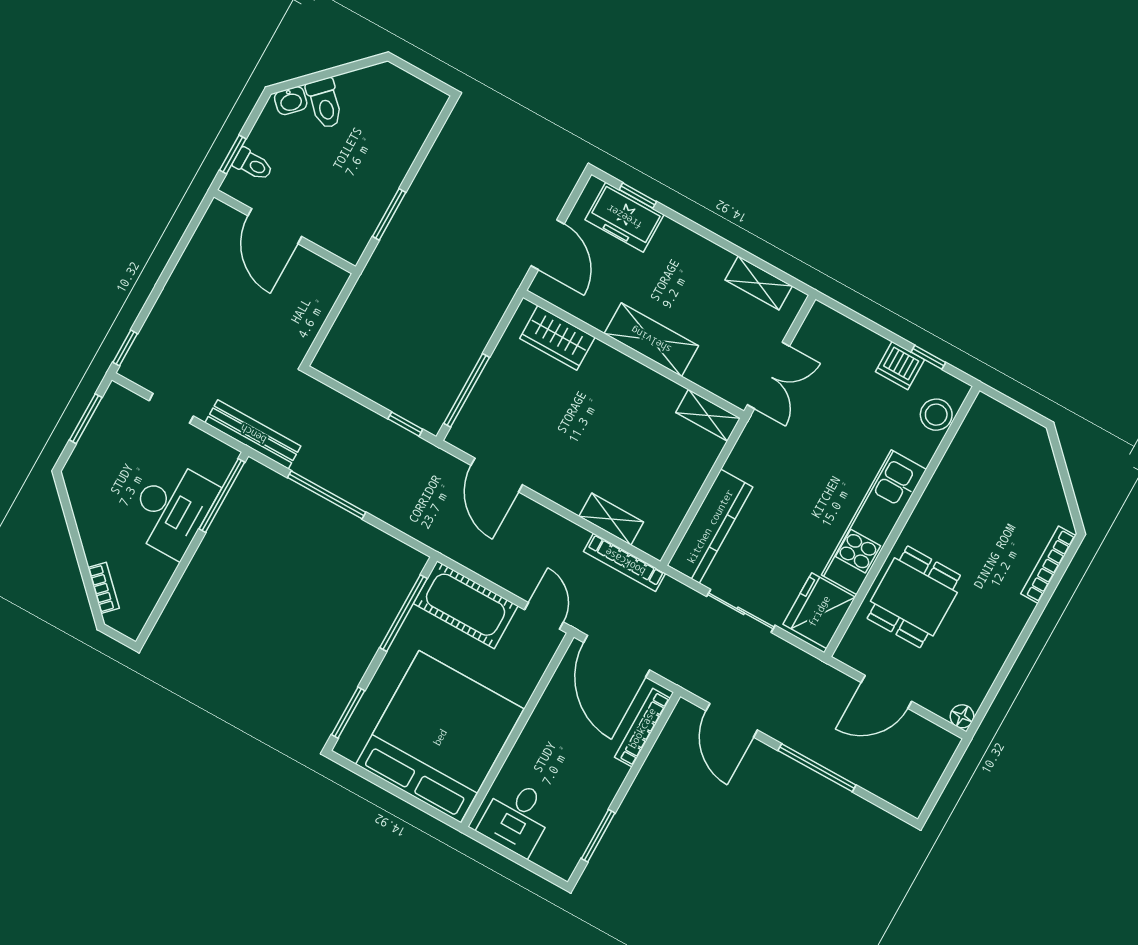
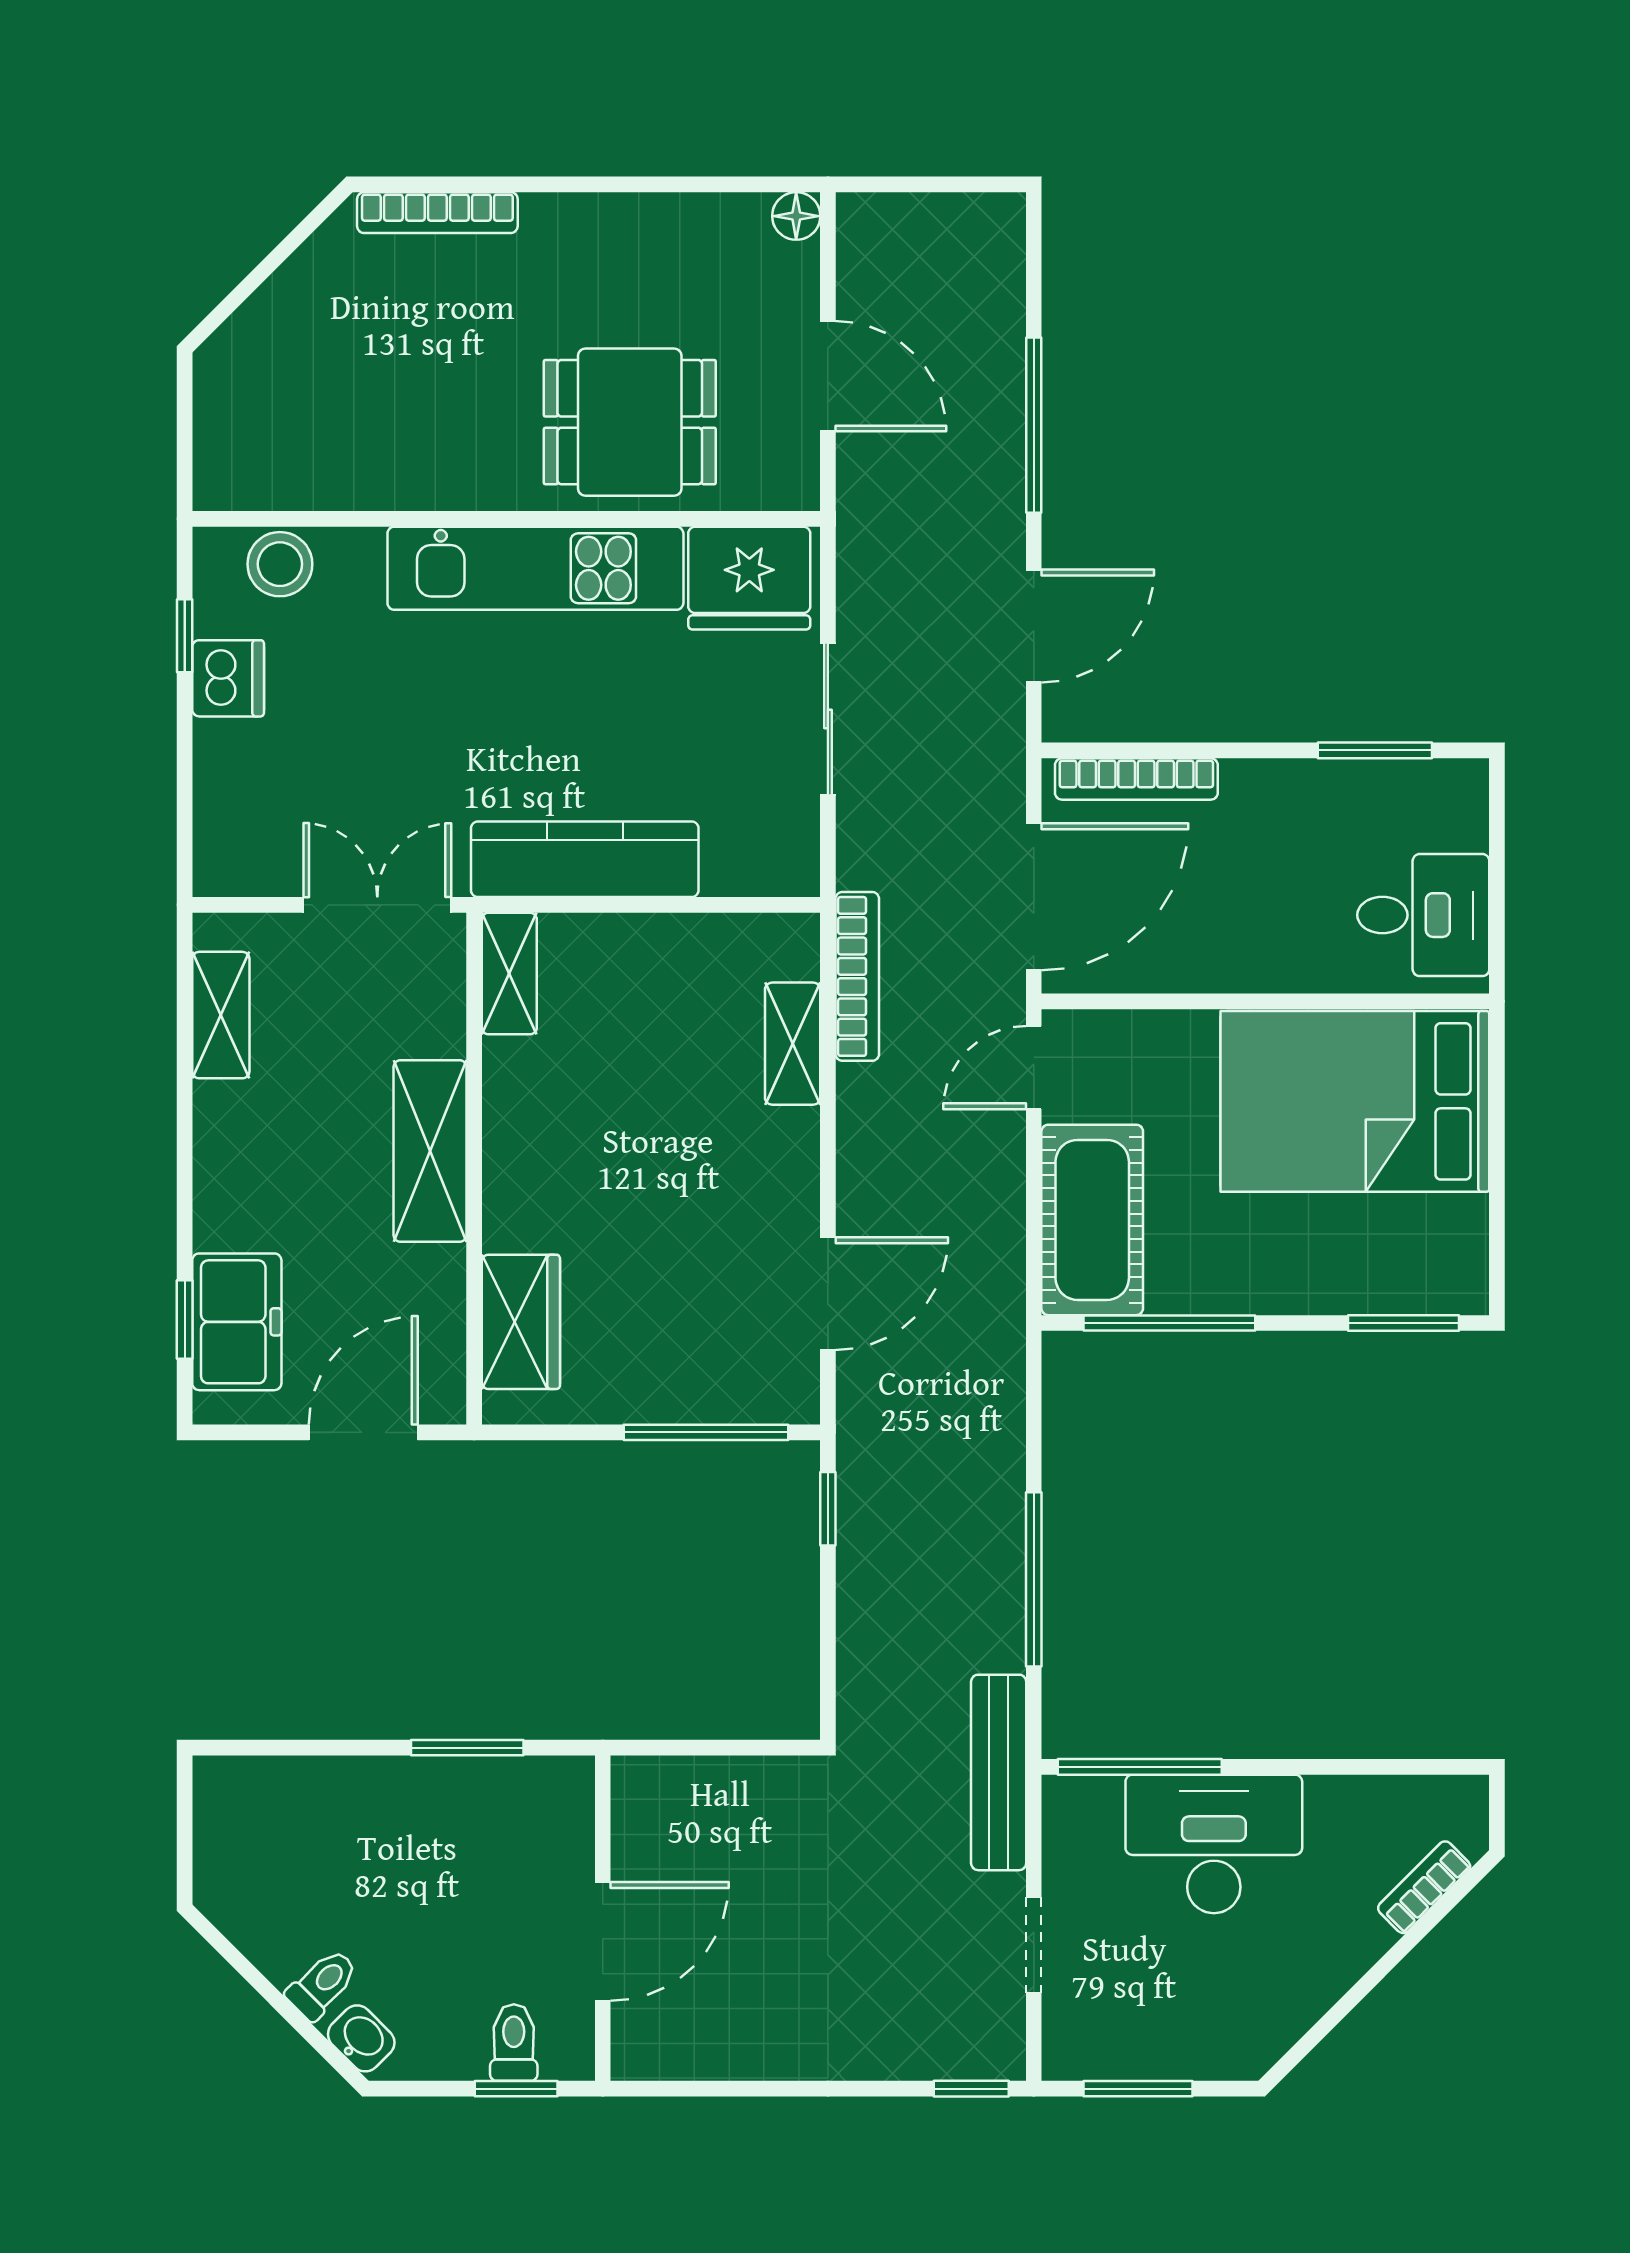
toilet: (325, 103) -> (322, 1984), width x0.73, depth x0.72
kitchen counter: (710, 526) -> (585, 859), moved
bed: (440, 737) -> (1355, 1101), width x0.73

